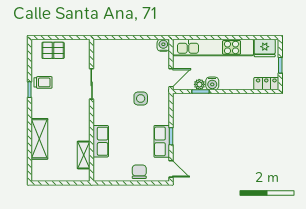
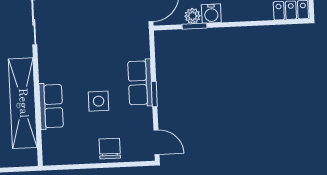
side table: (141, 99) -> (99, 101), moved
row of seats: (162, 141) -> (140, 83), moved
shelving: (84, 155) -> (23, 103), width x2.20, depth x1.33

